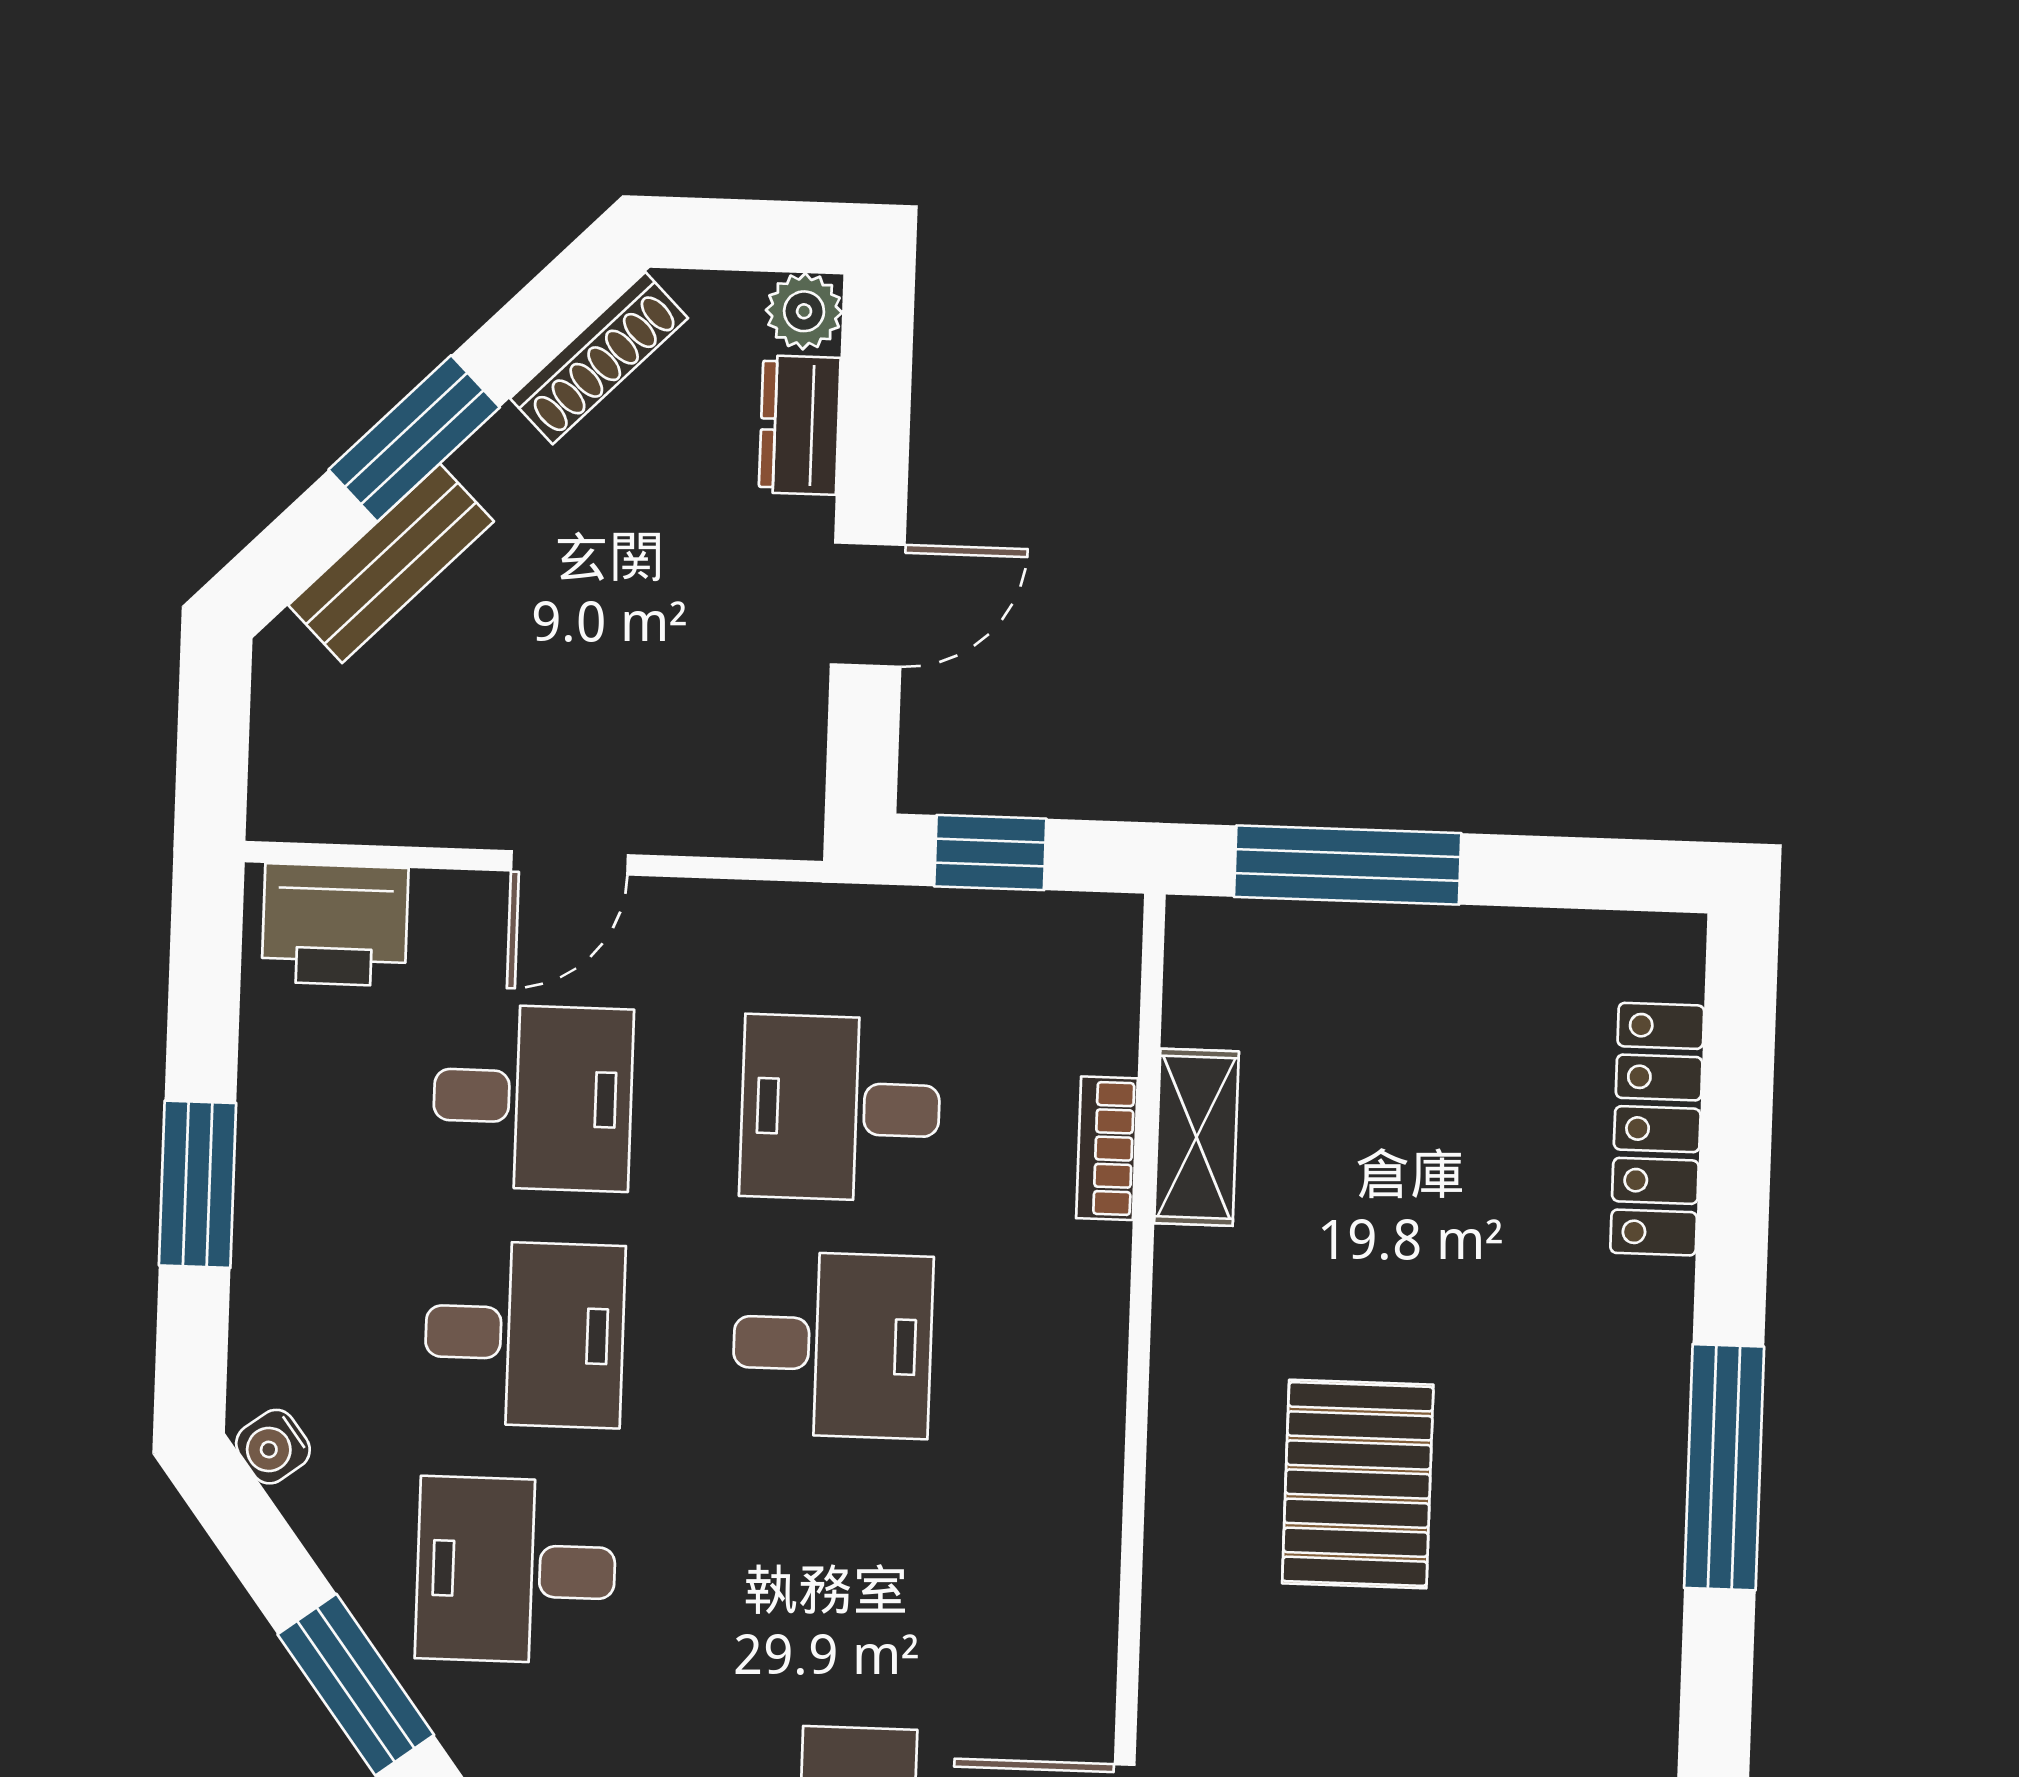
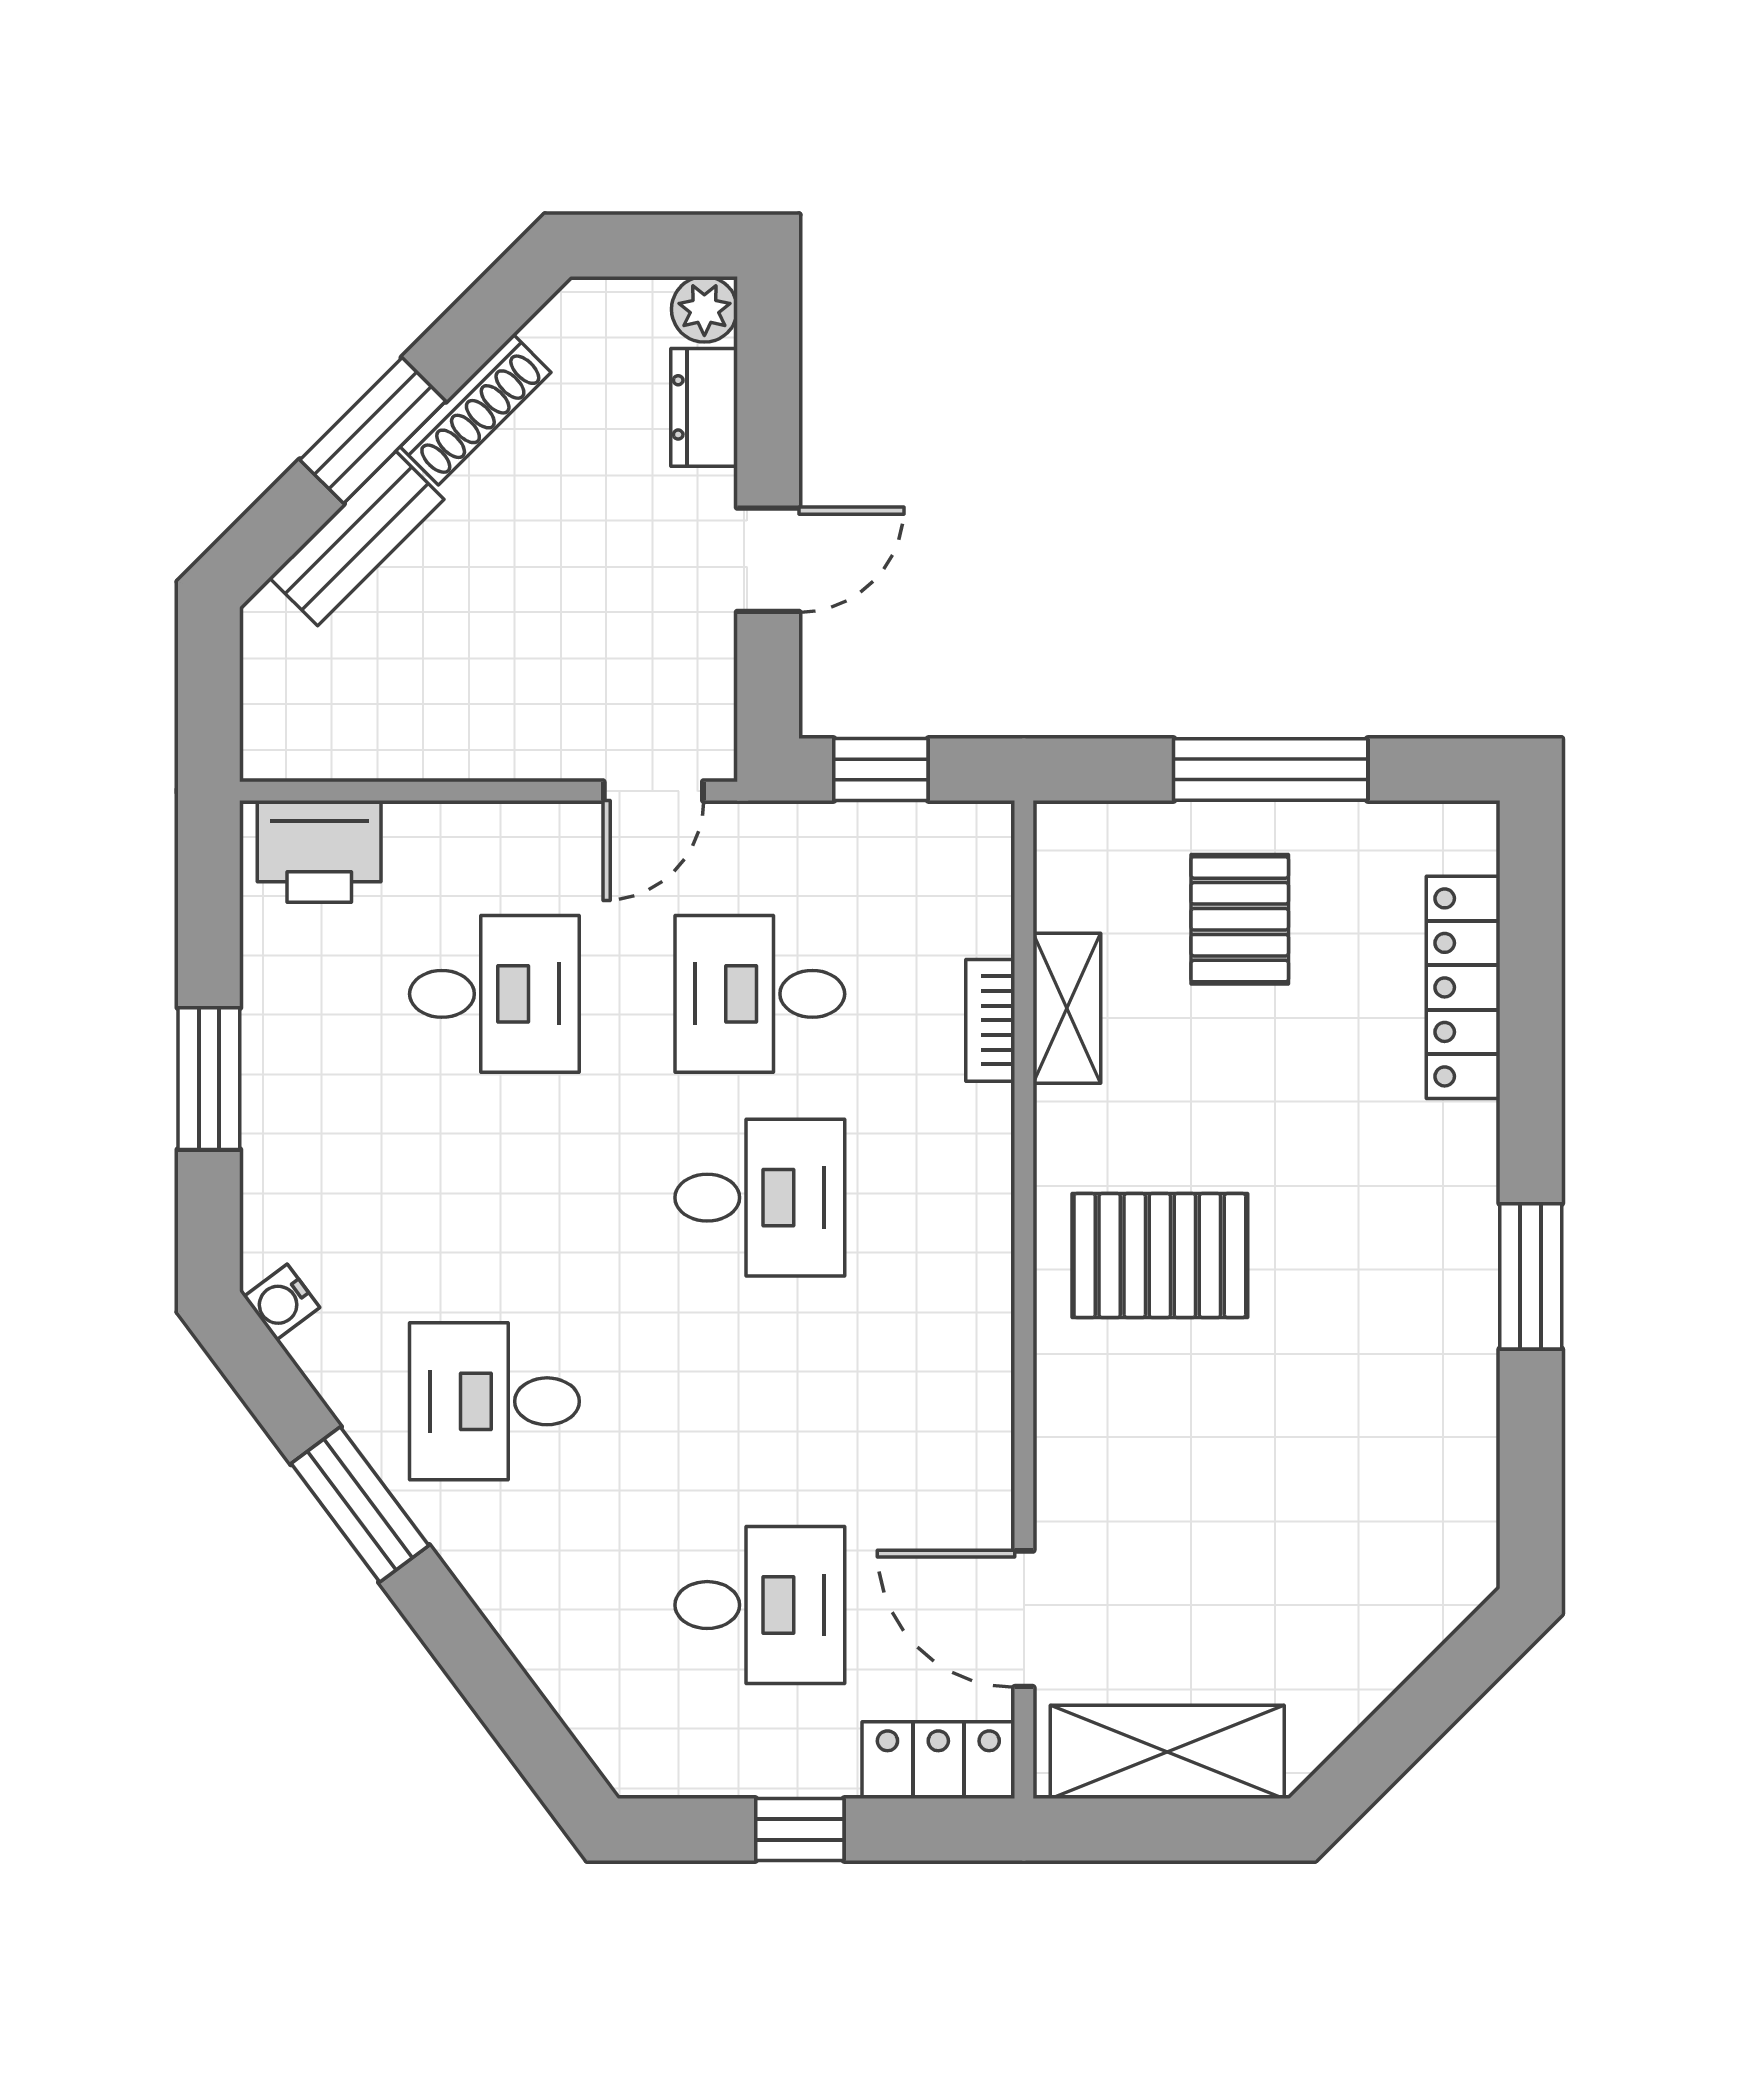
shoe rack: (599, 358) -> (476, 410), moved
door: (569, 863) -> (653, 791), moved
window: (1348, 865) -> (1271, 769), moved
pallet: (1401, 1041) -> (1240, 919), added
desk: (524, 1334) -> (494, 1198), removed
window: (1724, 1467) -> (1531, 1276), width x0.69
pallet: (1358, 1484) -> (1160, 1256), moved, turned 90

